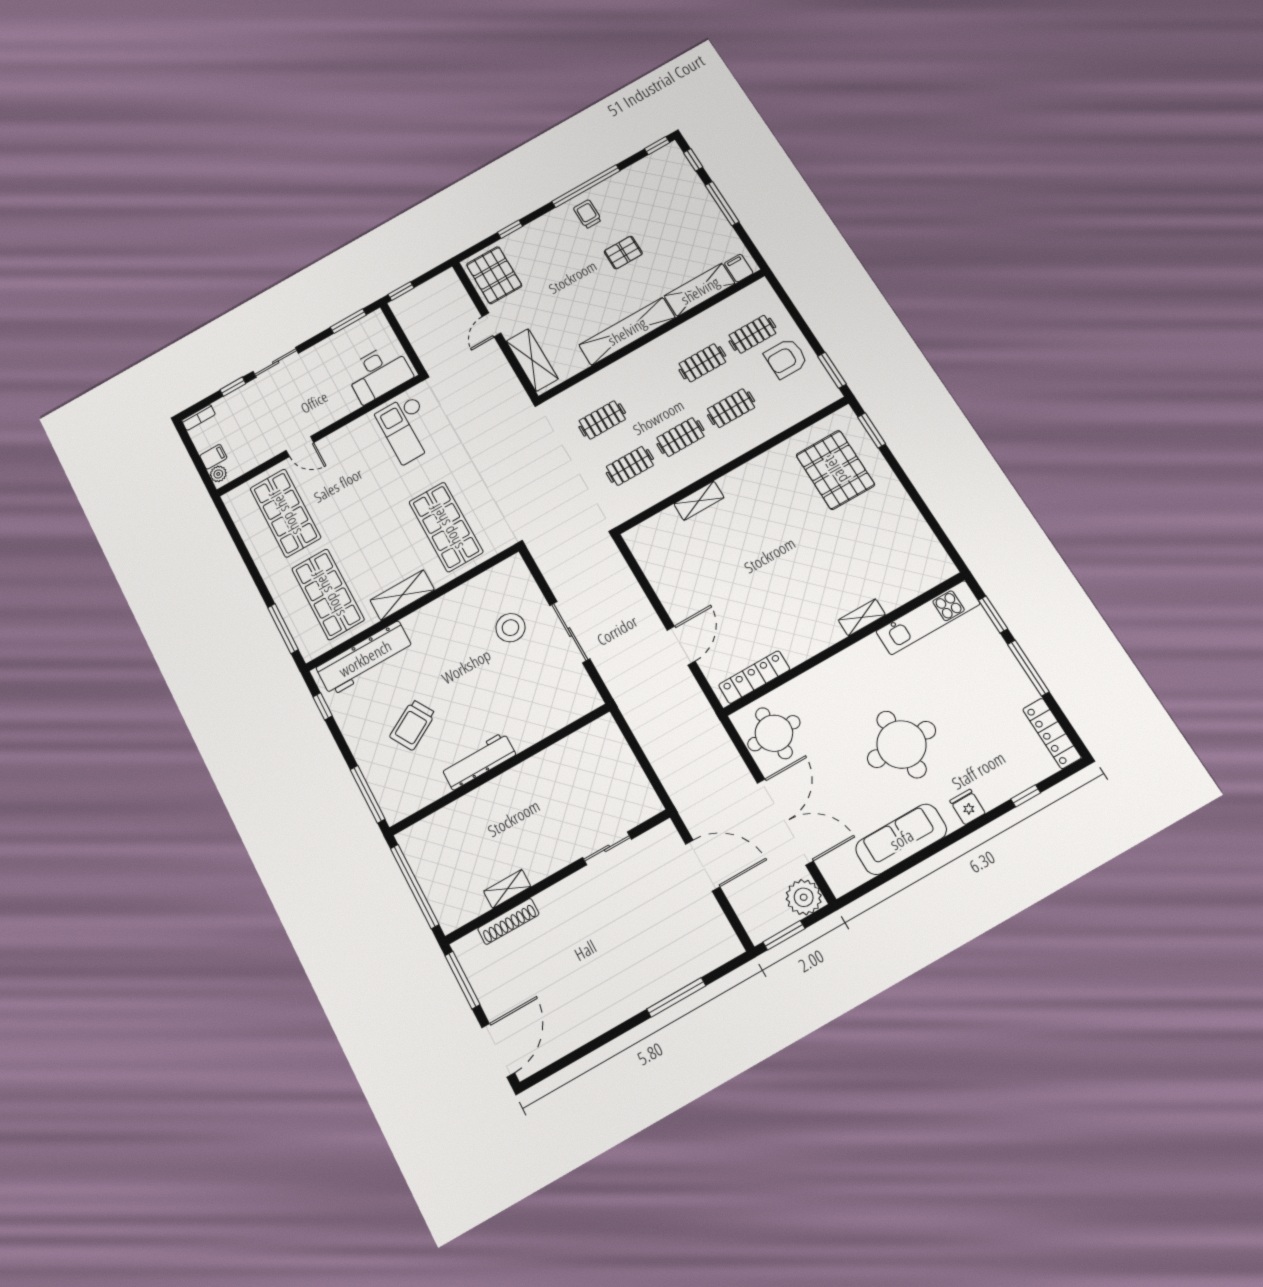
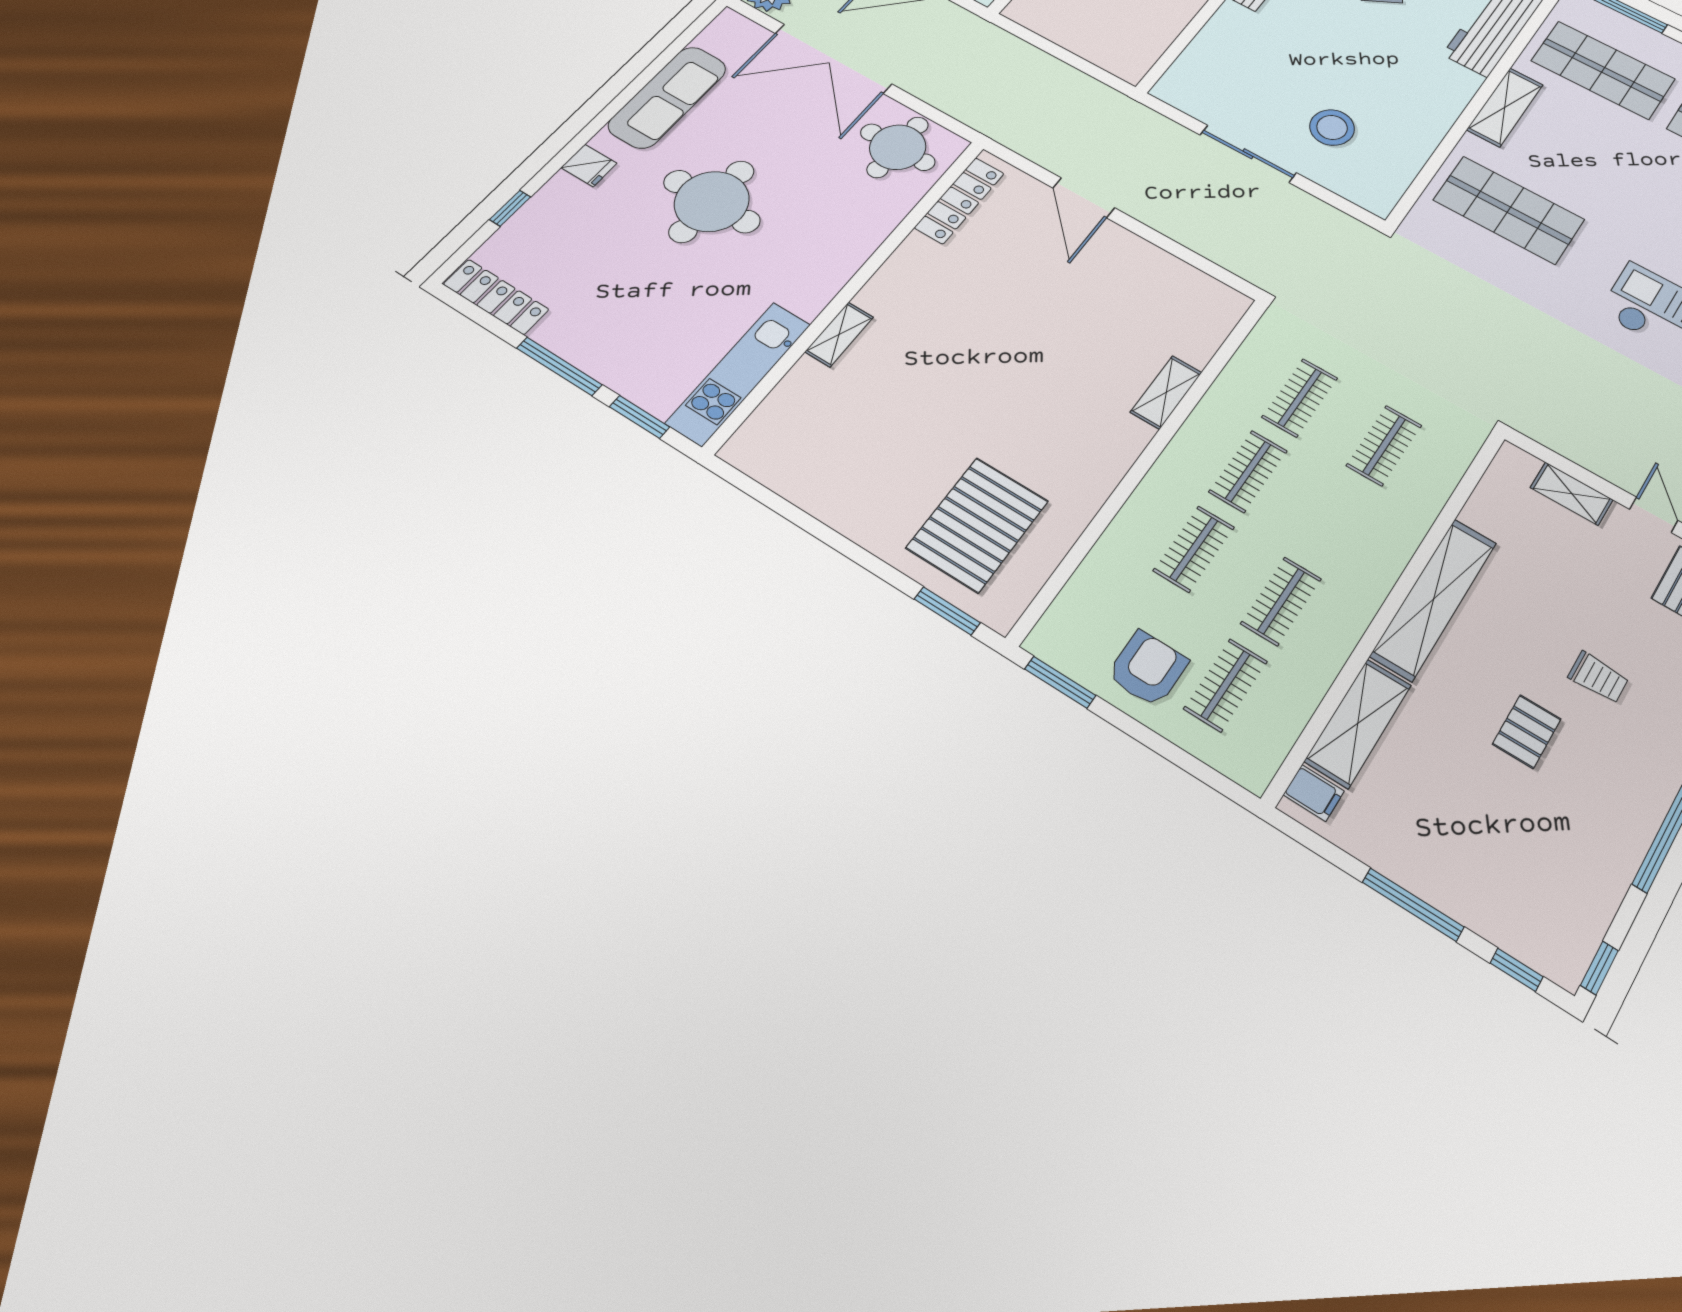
trolley: (587, 214) -> (1598, 677), moved
shelving: (532, 360) -> (1572, 494), width x0.67, depth x0.75
pallet: (835, 470) -> (977, 524), turned 90

